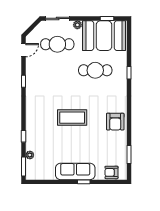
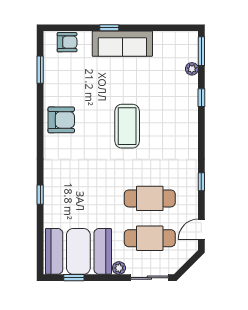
cafe table: (95, 70) -> (150, 198), moved
coffee table: (72, 118) -> (127, 126), turned 90
armchair: (115, 122) -> (61, 120), turned 90

